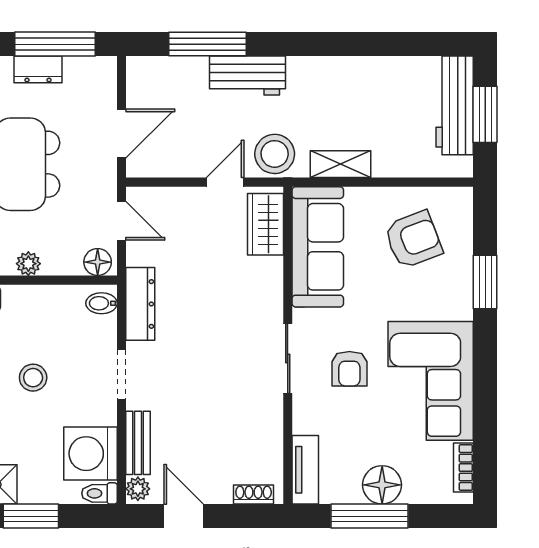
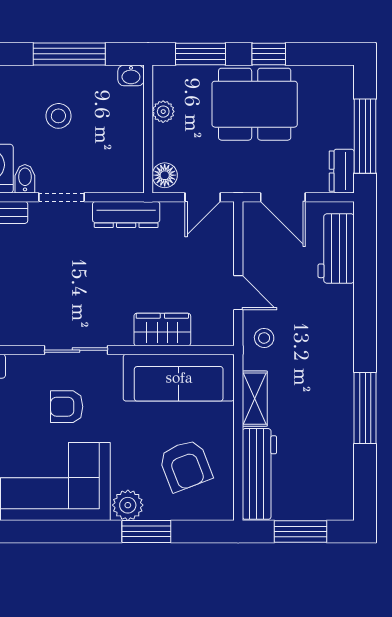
window: (208, 44) -> (365, 408), moved
dresser: (38, 69) -> (342, 171), moved
workbench: (248, 76) -> (336, 249), moved
workbench: (455, 105) -> (259, 474), moved, turned 90
stool: (275, 154) -> (264, 338), width x0.53, depth x0.53
wardrobe: (265, 224) -> (162, 330), moved
plant: (457, 302) -> (128, 505), added
bidet: (101, 303) -> (25, 179), moved

